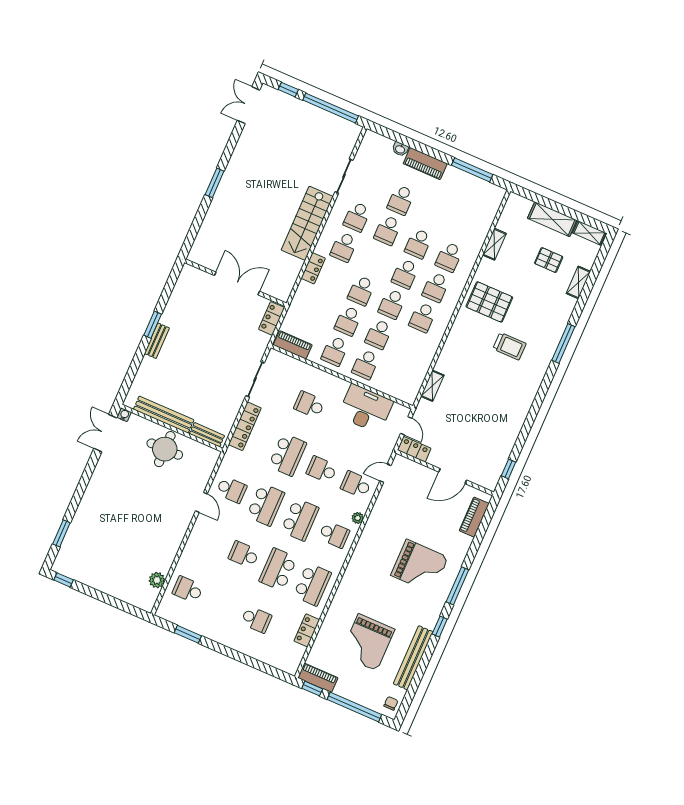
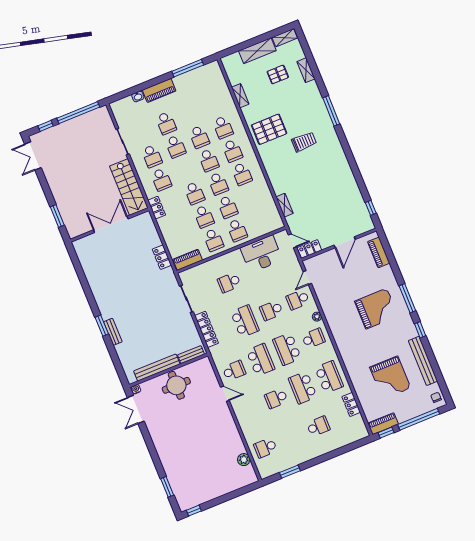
wall: (235, 283) -> (110, 225), moved
double door: (237, 283) -> (111, 224), moved
school desk: (300, 520) -> (287, 349), turned 180

